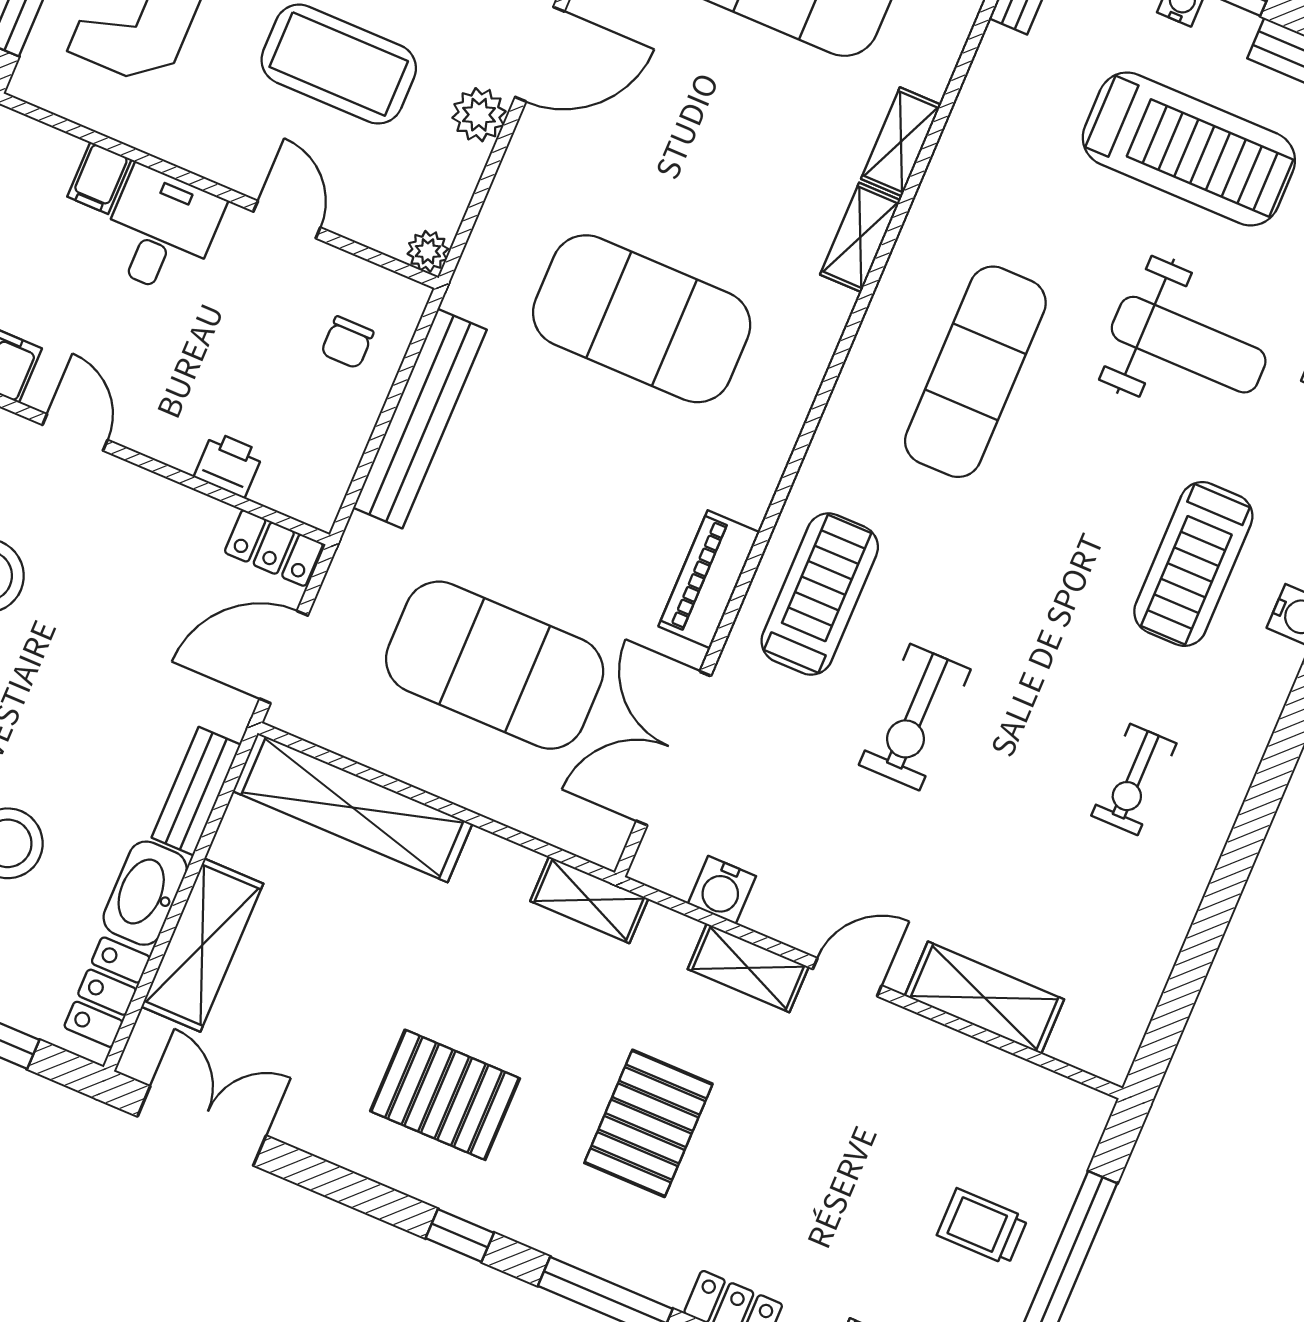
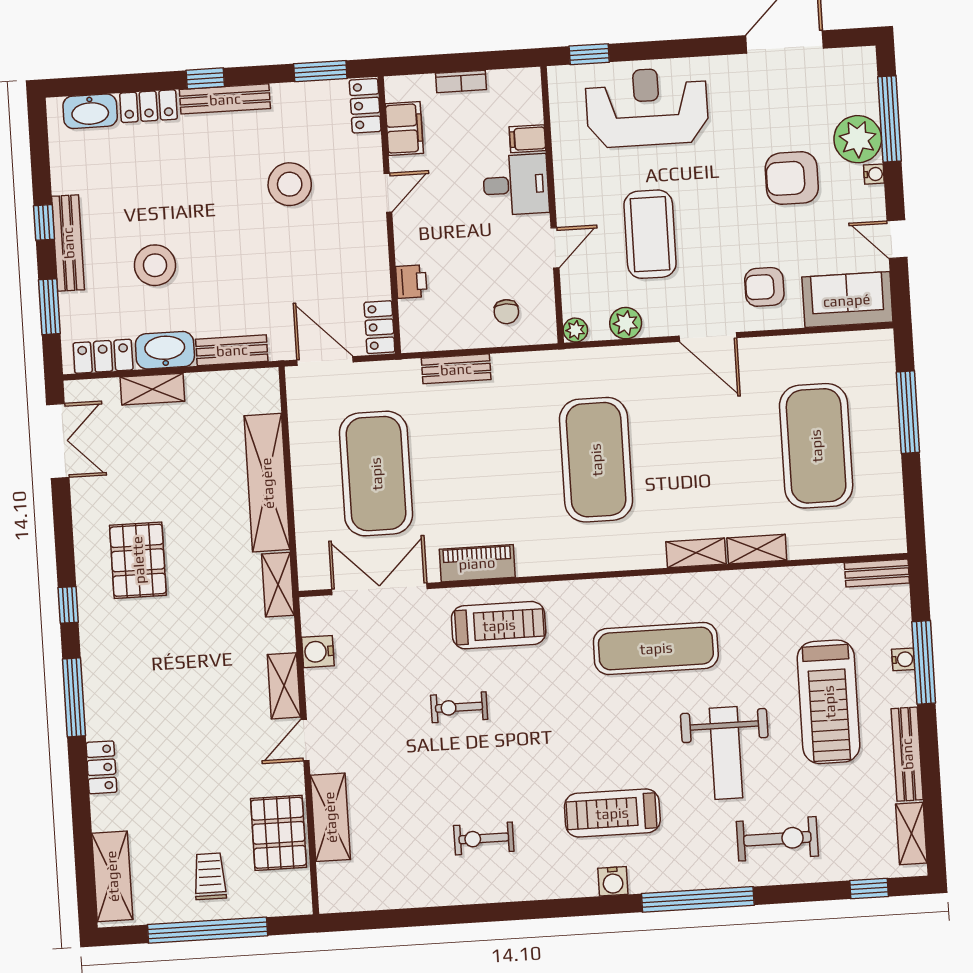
plant: (479, 115) -> (626, 323), moved
chair: (347, 343) -> (506, 312), turned -90
bench: (420, 419) -> (456, 369), width x0.54, depth x0.82
exercise bike: (915, 717) -> (459, 707), width x0.73, depth x0.72
shelving: (352, 808) -> (267, 483), moved
shelving: (202, 945) -> (152, 389), width x0.67, depth x0.75
door: (847, 977) -> (305, 740), swing flipped
pallet: (648, 1123) -> (279, 833), moved, turned 90

